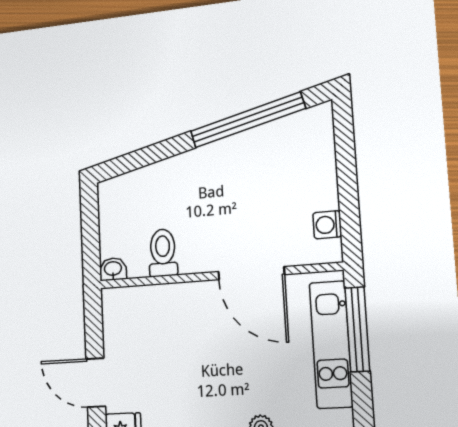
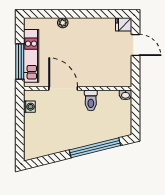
window: (248, 120) -> (95, 148), moved
toilet: (163, 253) -> (91, 100), moved

